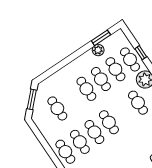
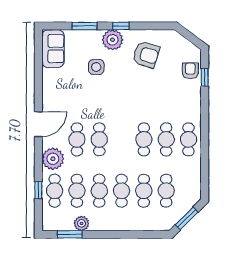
cafe table: (72, 99) -> (144, 191), added
cafe table: (109, 122) -> (99, 139), moved

